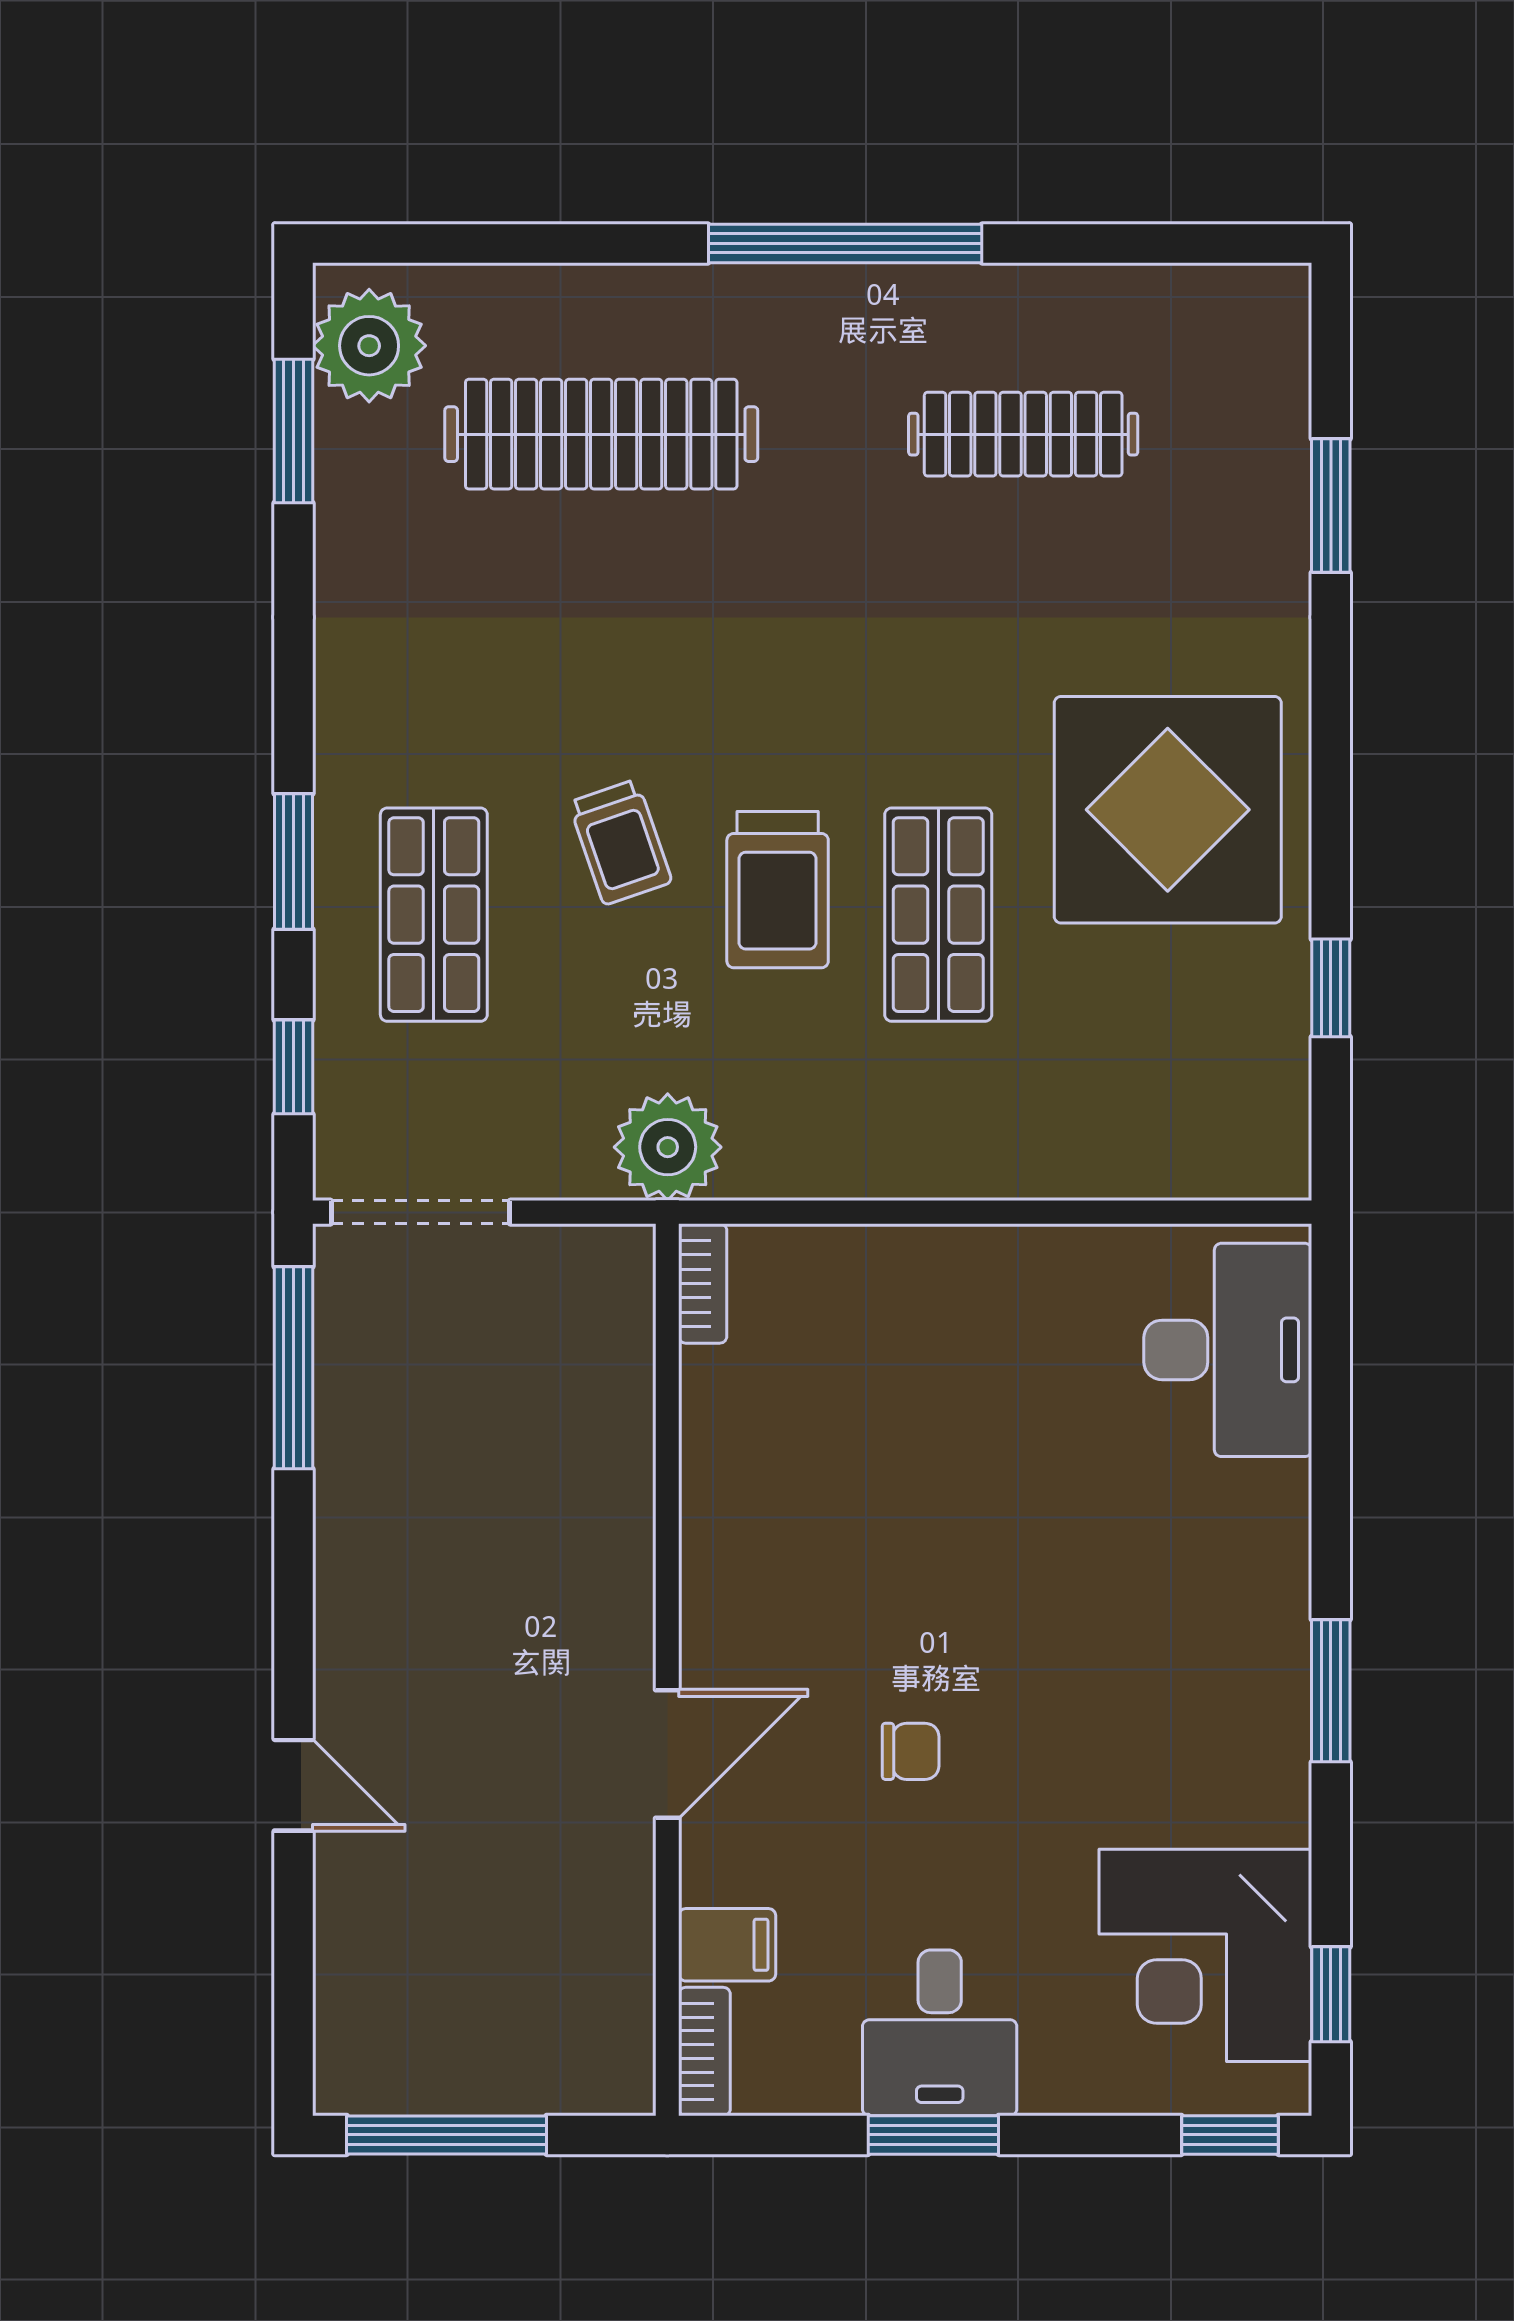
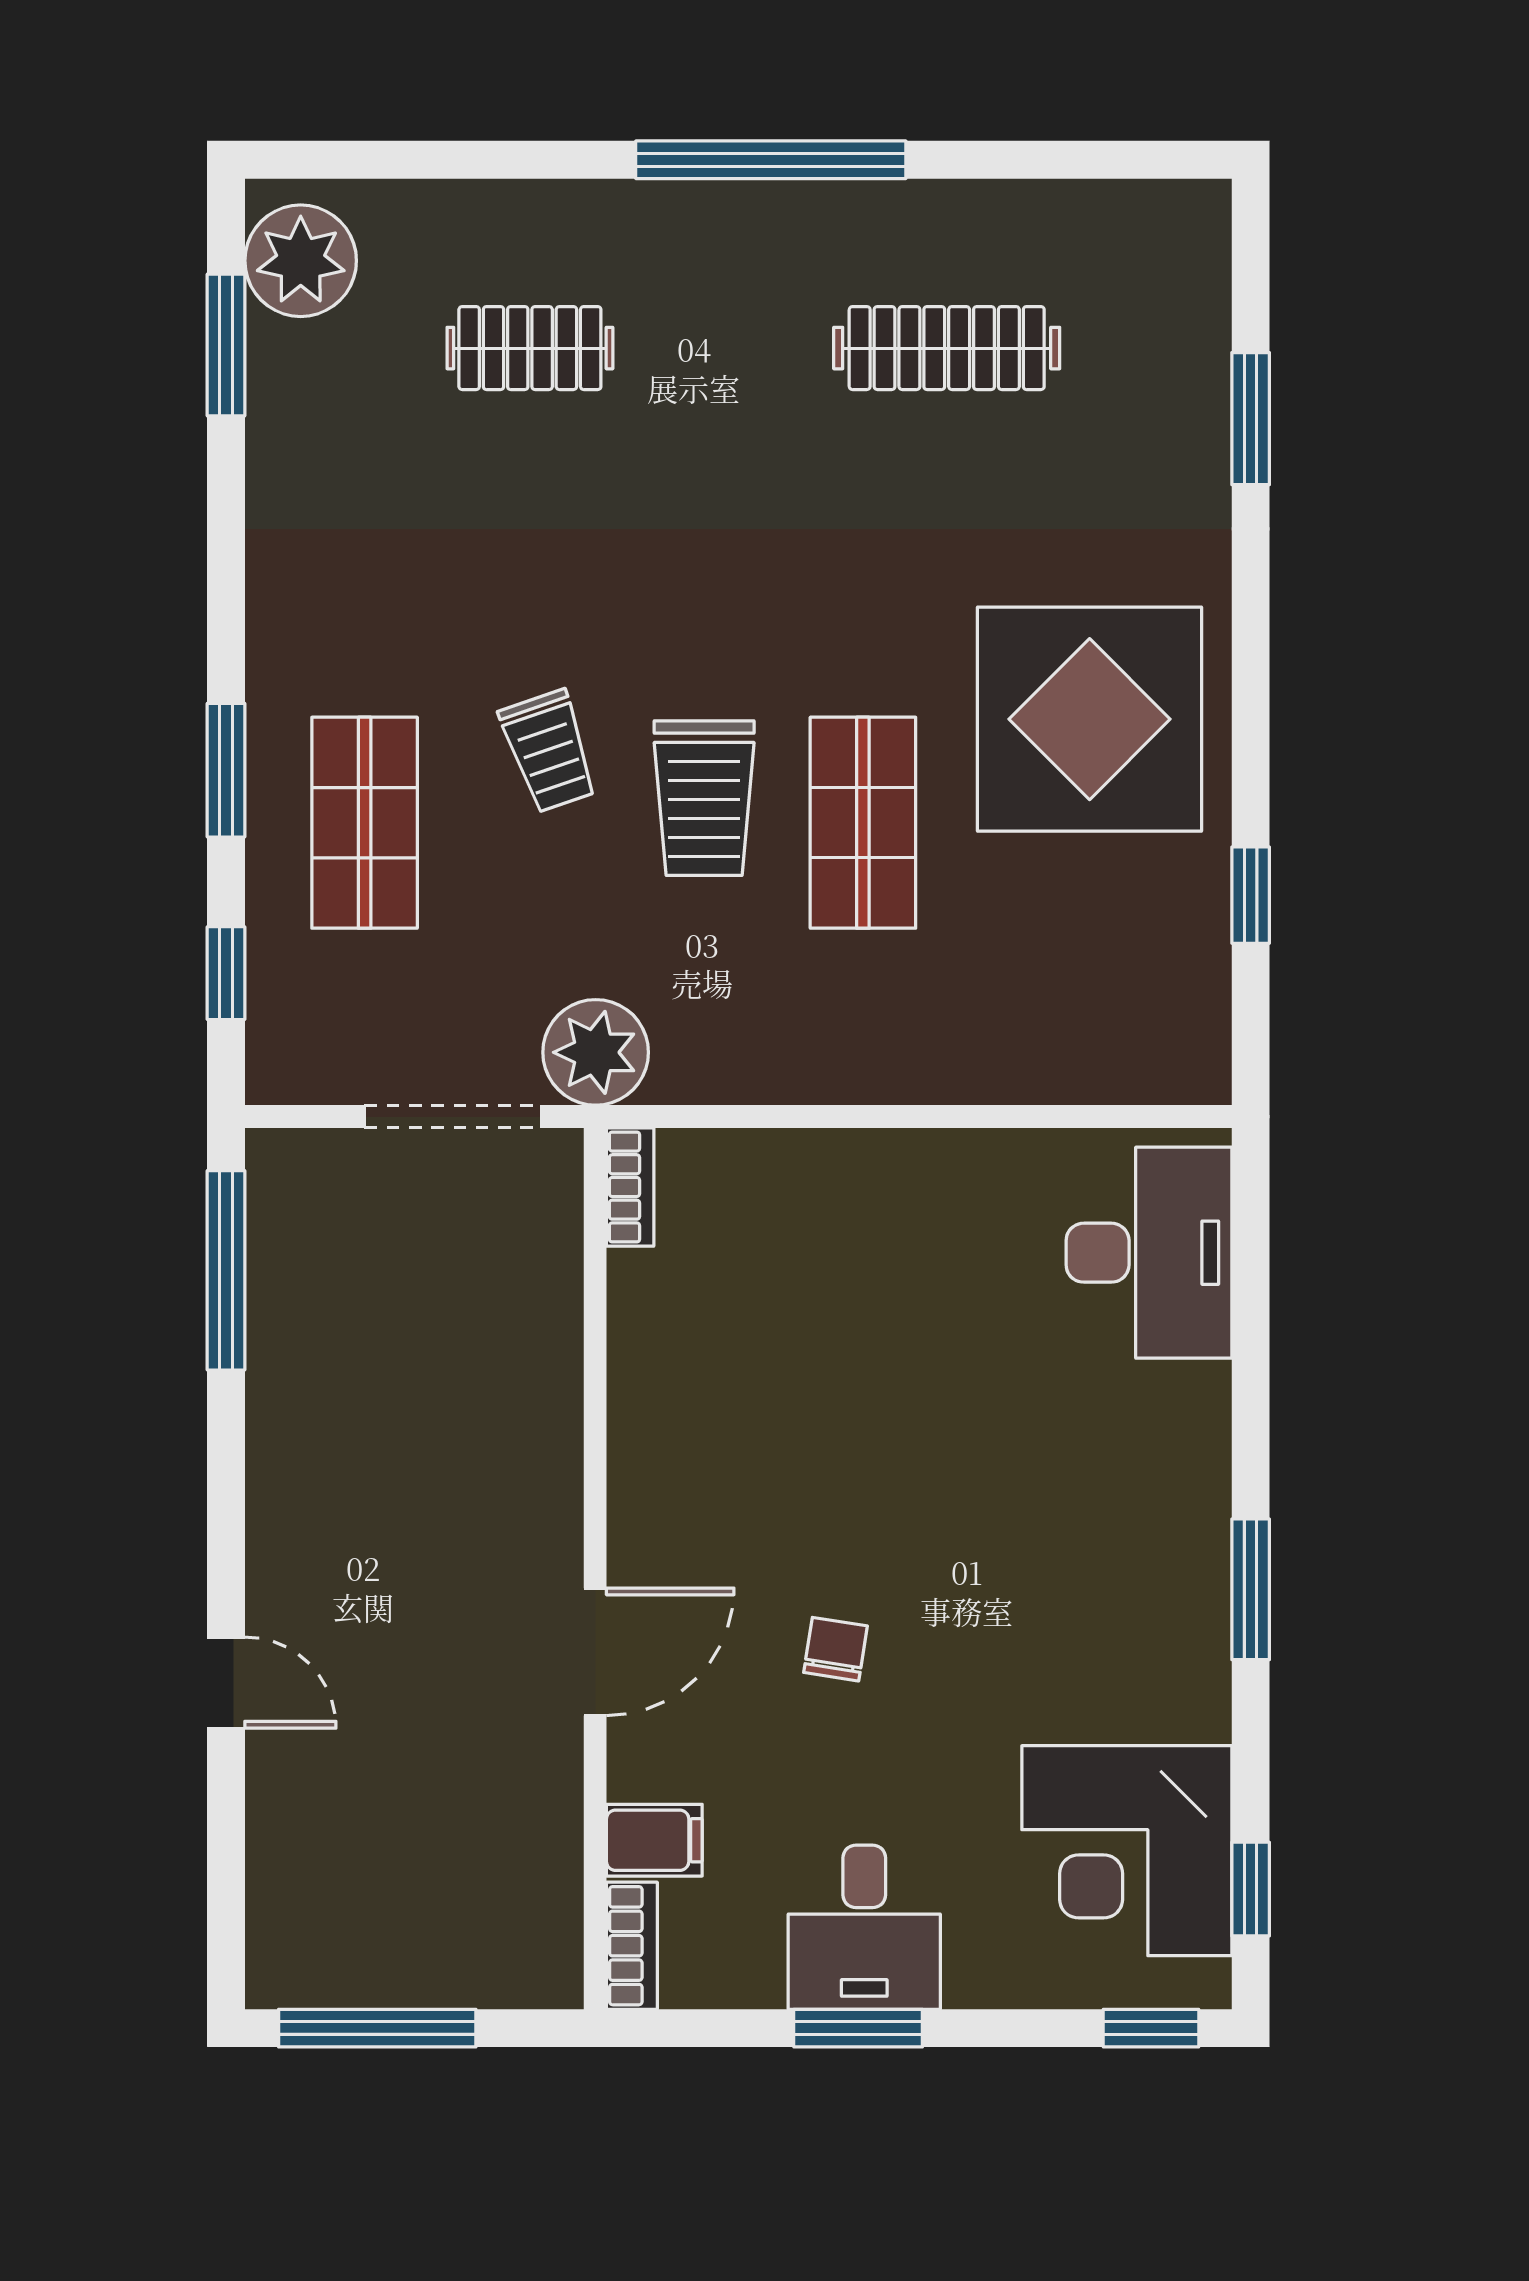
clothes rail: (601, 434) -> (530, 348), width x0.54, depth x0.76
doorway: (420, 1212) -> (453, 1117), moved
chair: (911, 1751) -> (836, 1649), turned -81

